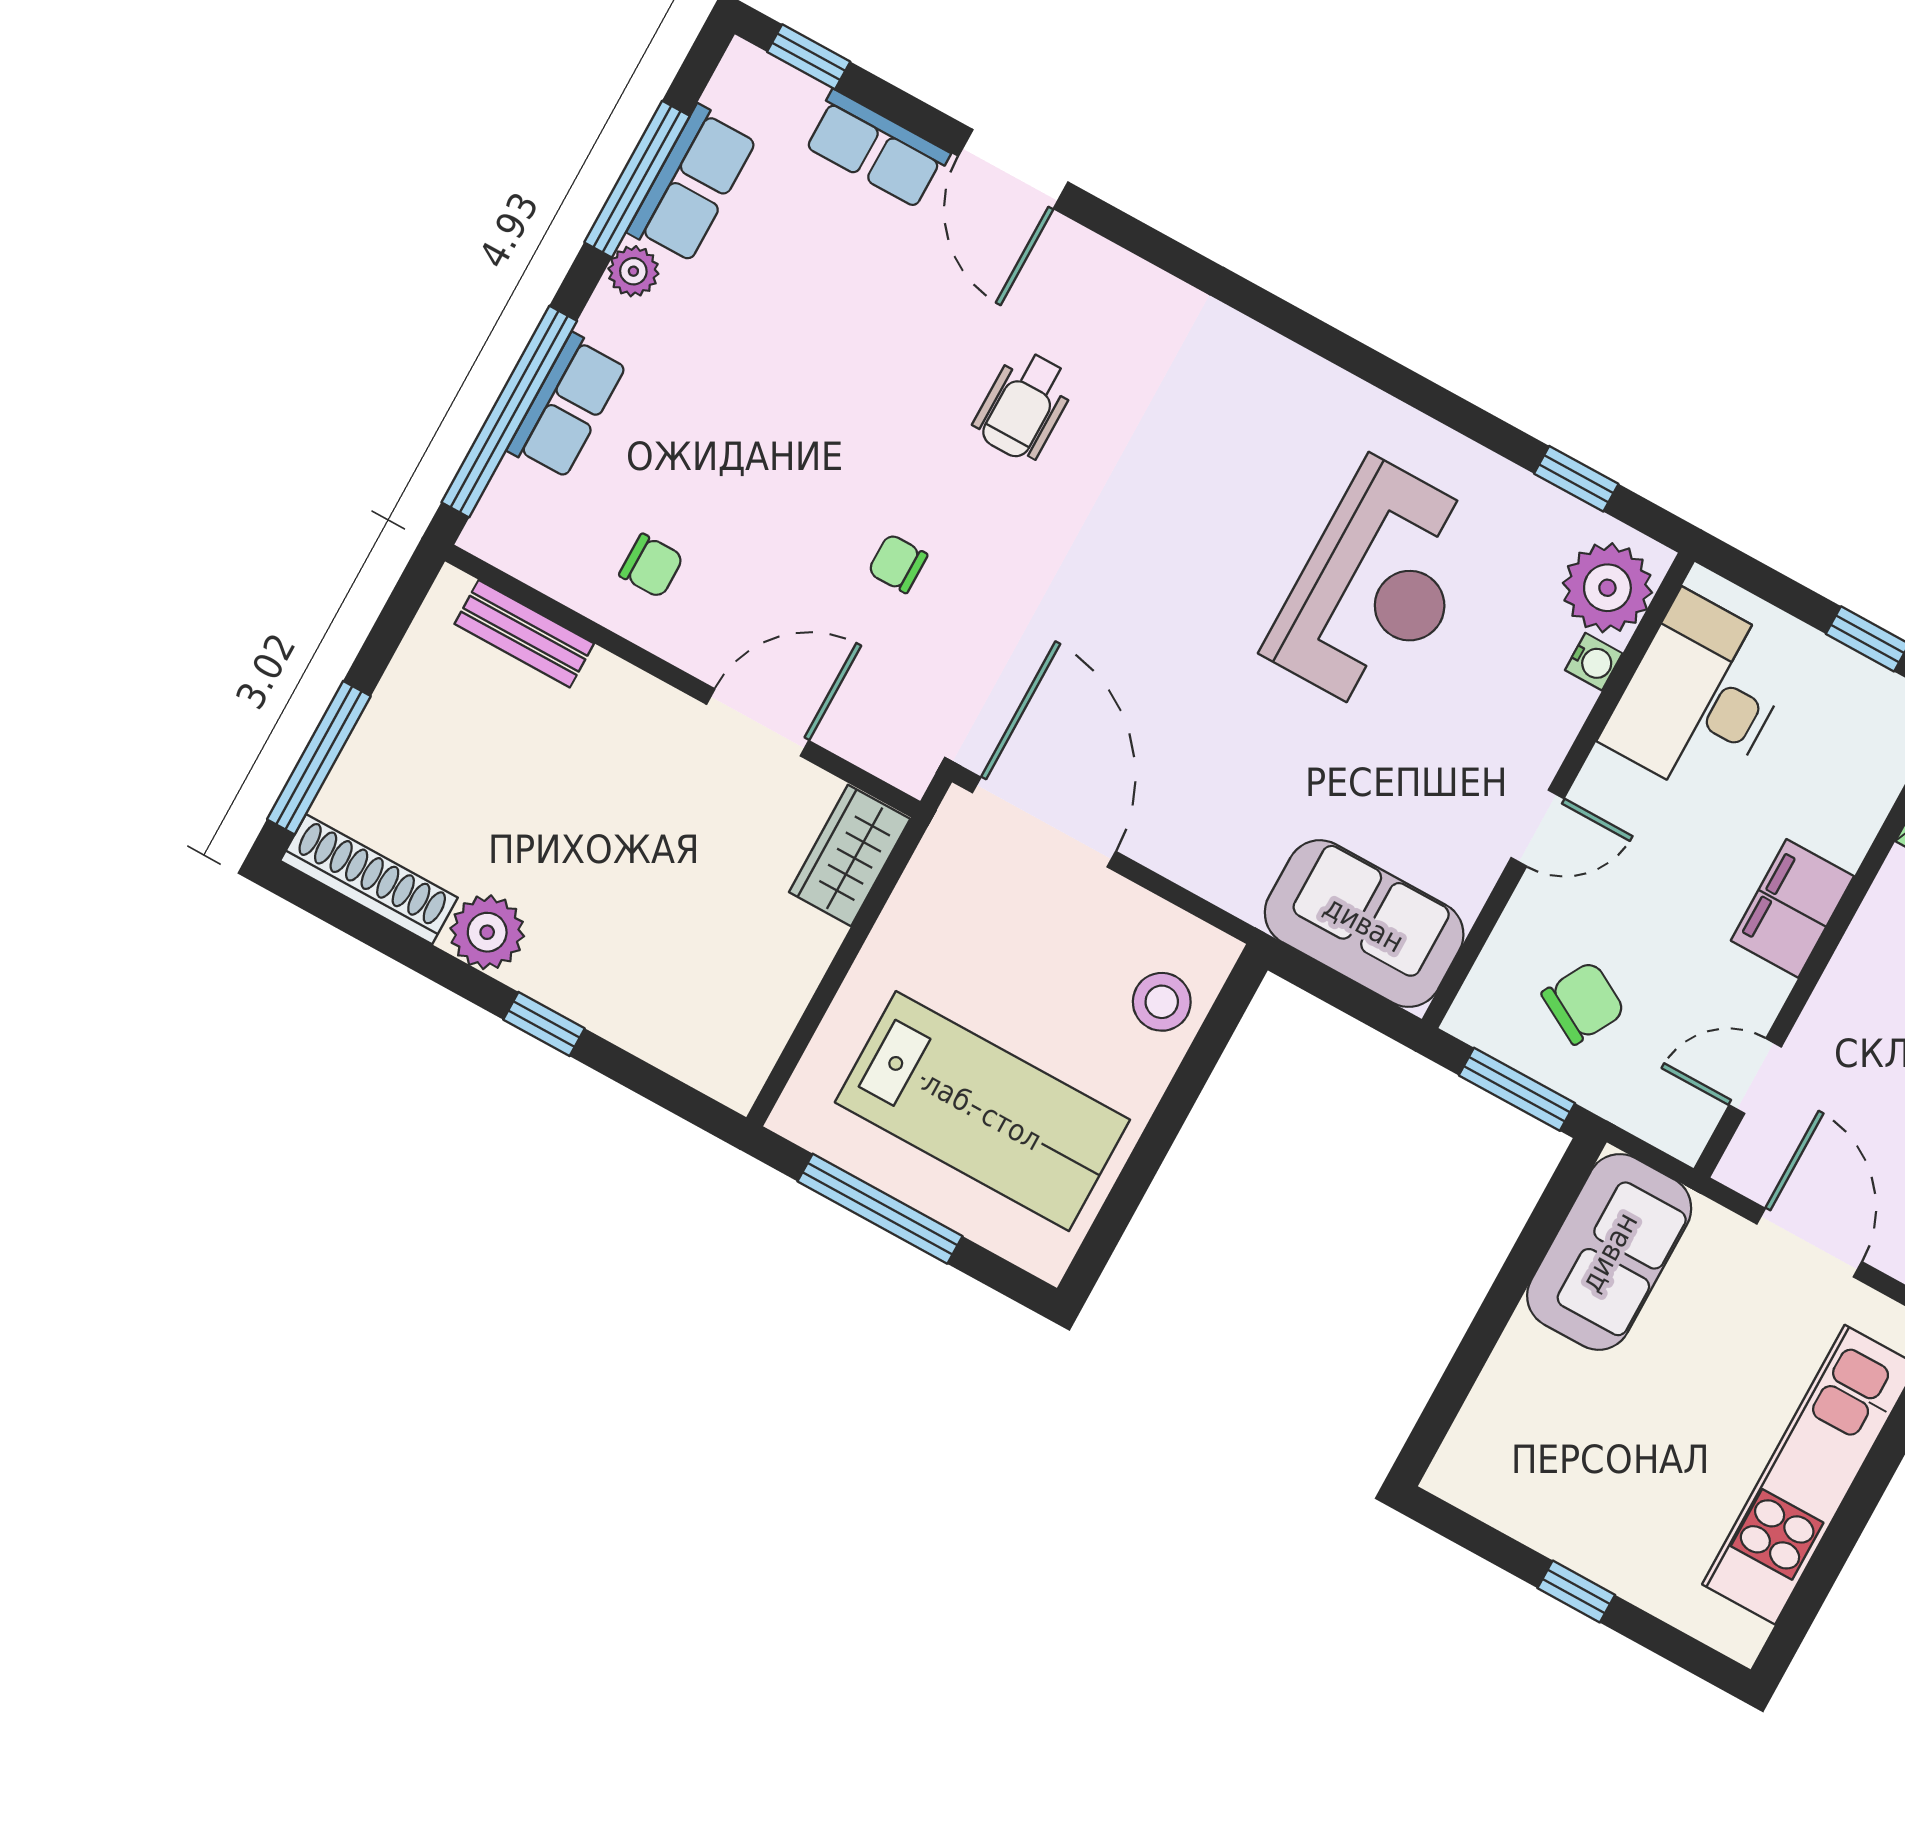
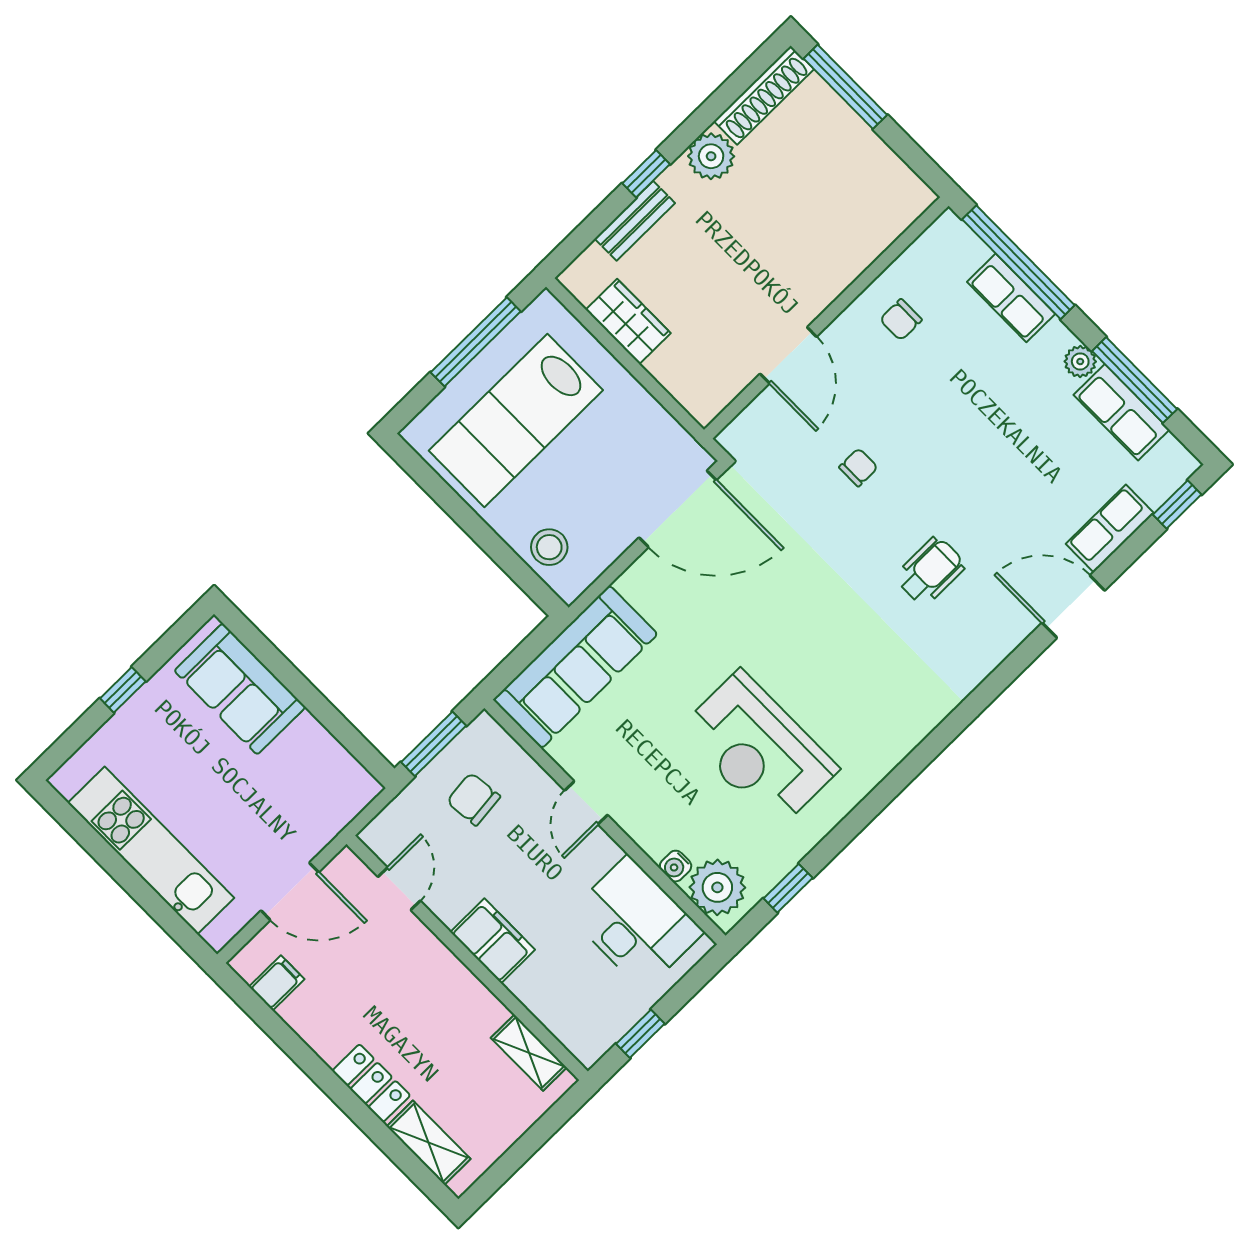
wheelchair: (1024, 406) -> (930, 571), turned 90
bench: (524, 634) -> (635, 221), moved
wardrobe: (850, 855) -> (628, 321), moved
sofa: (1364, 924) -> (575, 667), width x1.36
chair: (1583, 1003) -> (473, 799), turned 145
sofa: (1609, 1252) -> (240, 689), moved

